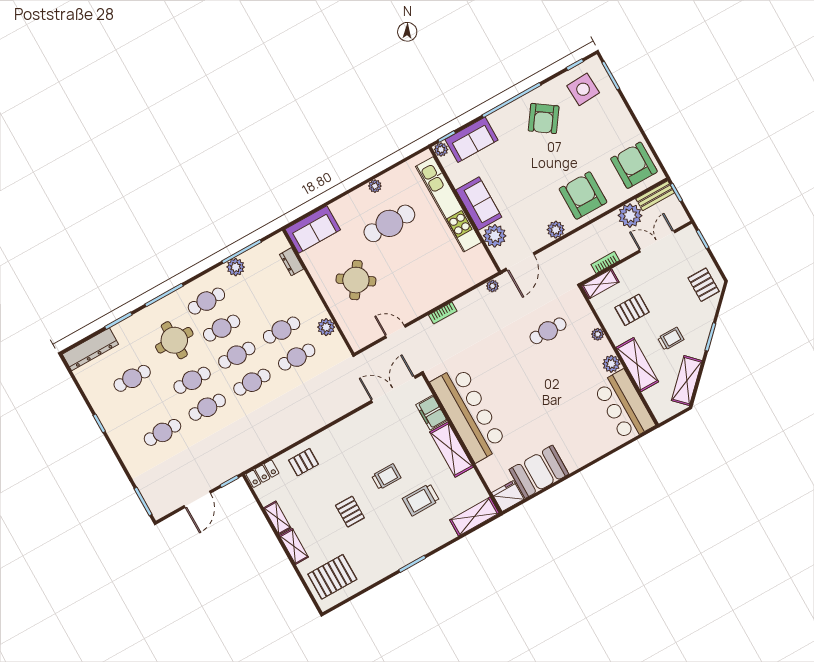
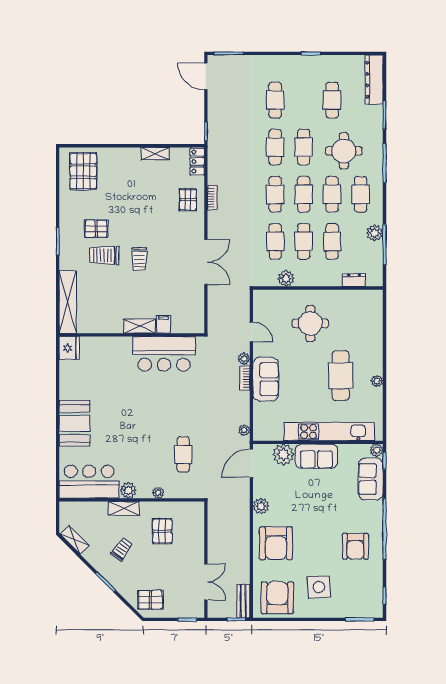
side table: (583, 89) -> (319, 587), moved
armchair: (544, 118) -> (355, 546), turned -125
armchair: (634, 165) -> (277, 598), turned -90
armchair: (583, 196) -> (276, 543), turned 90
plant: (630, 216) -> (244, 359), moved, width x0.53, depth x0.53
sofa: (313, 229) -> (266, 379), moved, turned 180
door: (520, 261) -> (251, 463), hinge flipped
bookcase: (605, 262) -> (212, 198), moved
round table: (356, 280) -> (310, 323), turned -34
shelving: (600, 284) -> (197, 518), removed
cafe table: (266, 303) -> (332, 241), added
door: (395, 332) -> (251, 332), hinge flipped
trolley: (671, 339) -> (122, 549), turned -144
shelving: (637, 365) -> (124, 508), width x0.67, depth x0.75
shelving: (687, 381) -> (74, 540), width x0.67, depth x0.75
double door: (393, 389) -> (206, 262), moved
filing cabinet: (431, 413) -> (163, 324), width x0.50
bar counter: (469, 414) -> (164, 354), width x0.73
shelving: (452, 450) -> (140, 326), width x0.67, depth x0.75
booth: (539, 472) -> (75, 423), moved
door: (197, 499) -> (206, 76), moved
trolley: (421, 500) -> (104, 255), moved, turned -90
pallet: (350, 512) -> (96, 229), moved
shelving: (474, 516) -> (68, 302), width x1.47
shelving: (294, 546) -> (125, 154), removed

